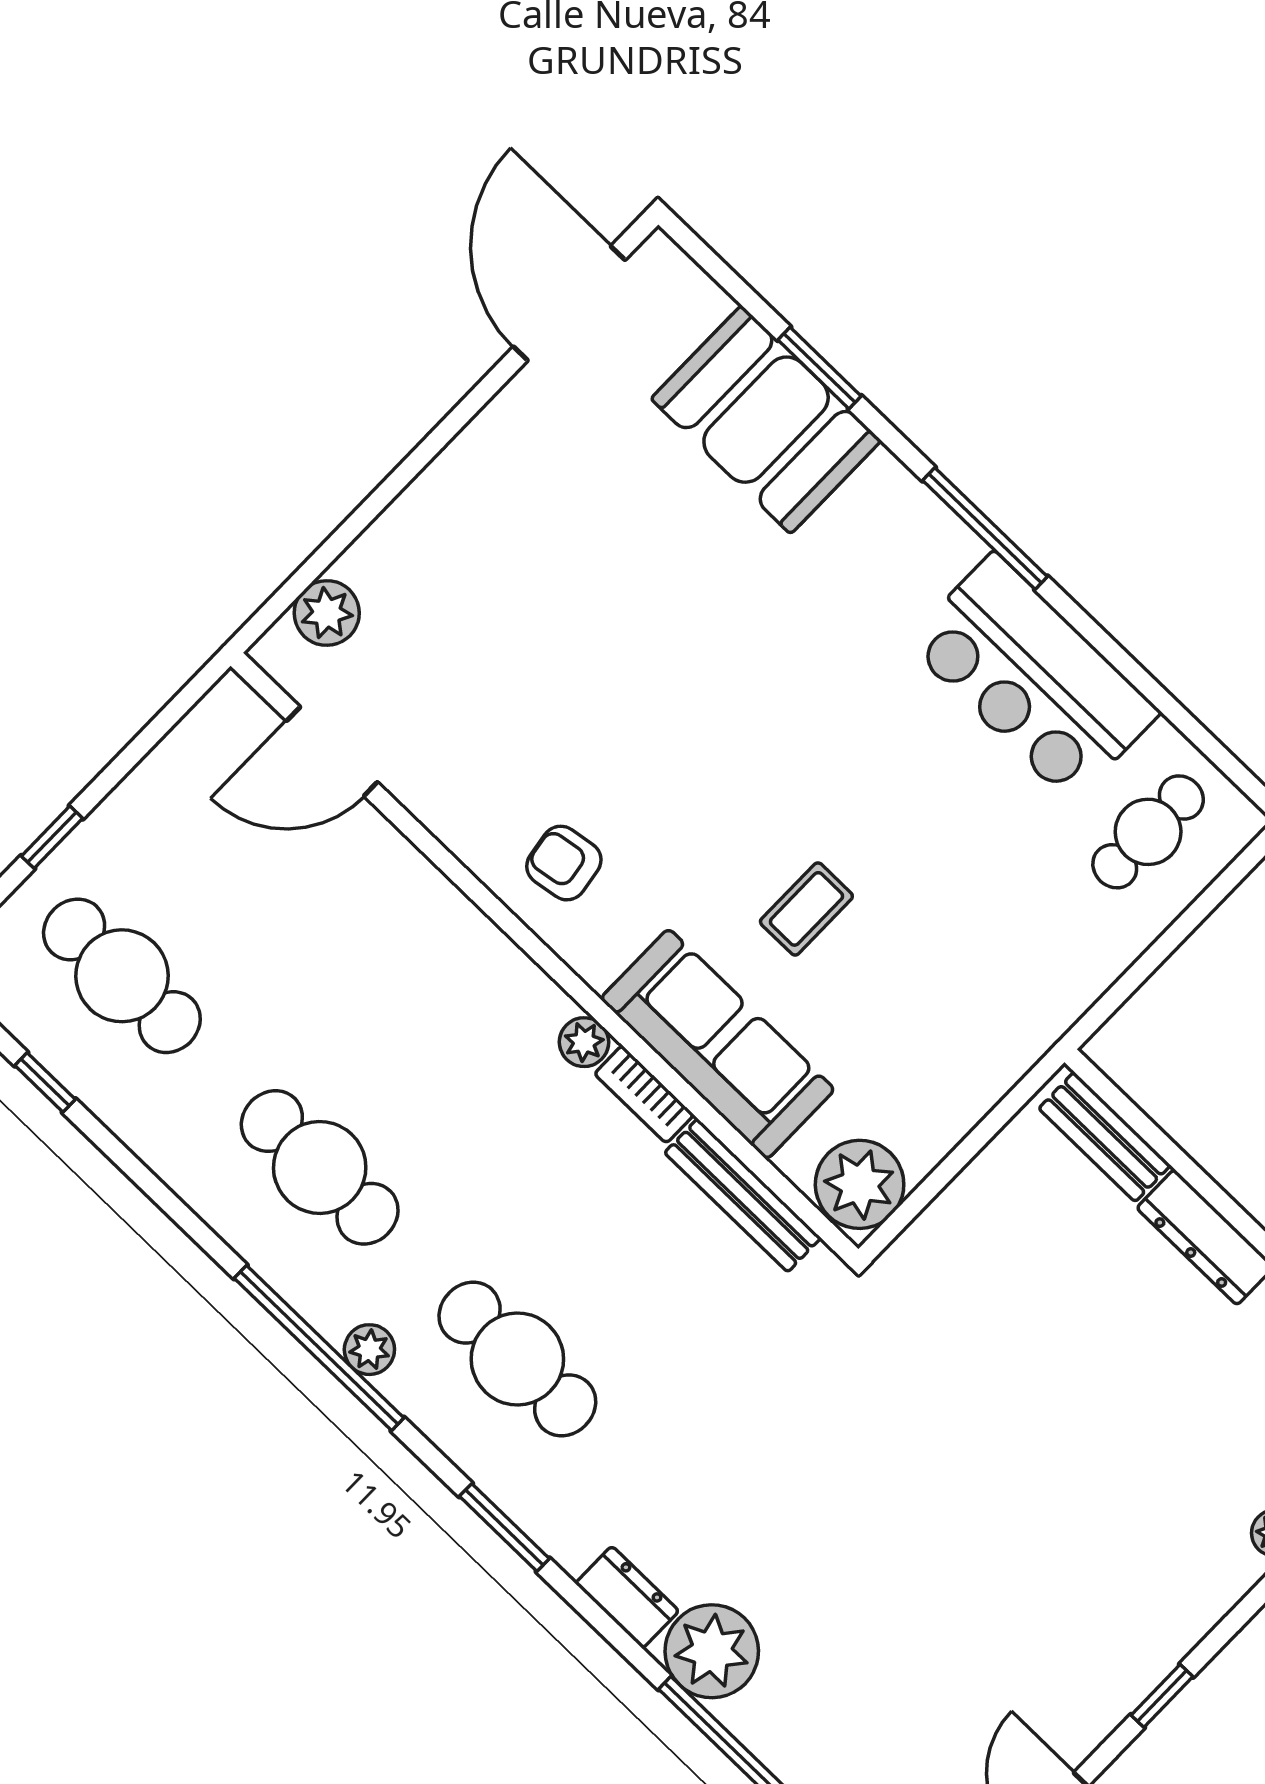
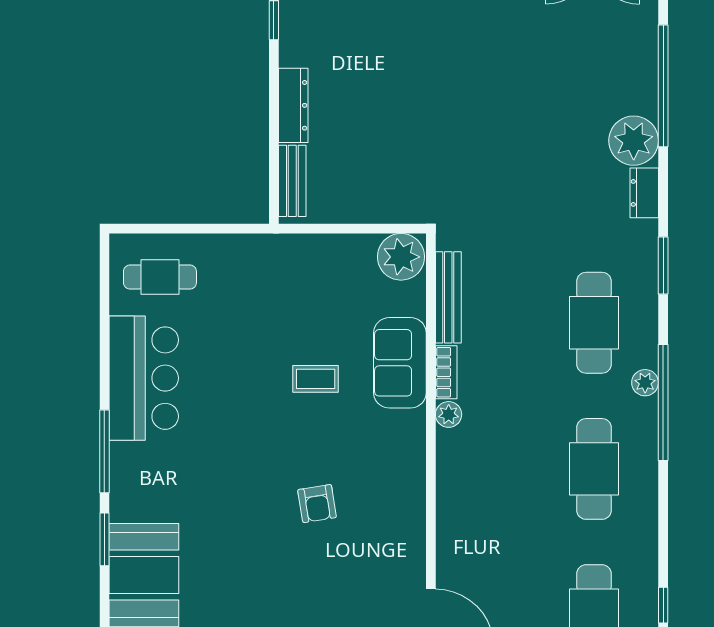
window: (820, 368) -> (104, 539), moved
armchair: (564, 863) -> (317, 504), moved
sofa: (718, 1044) -> (400, 363), width x0.73

